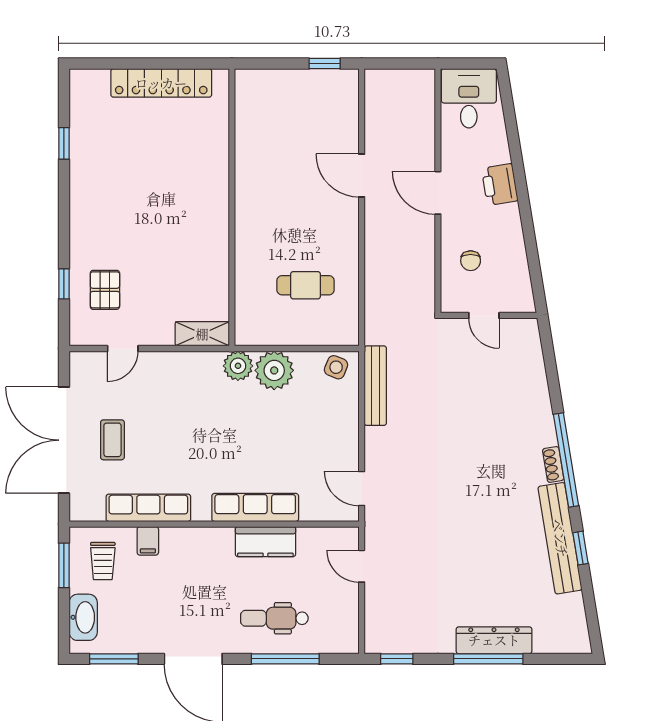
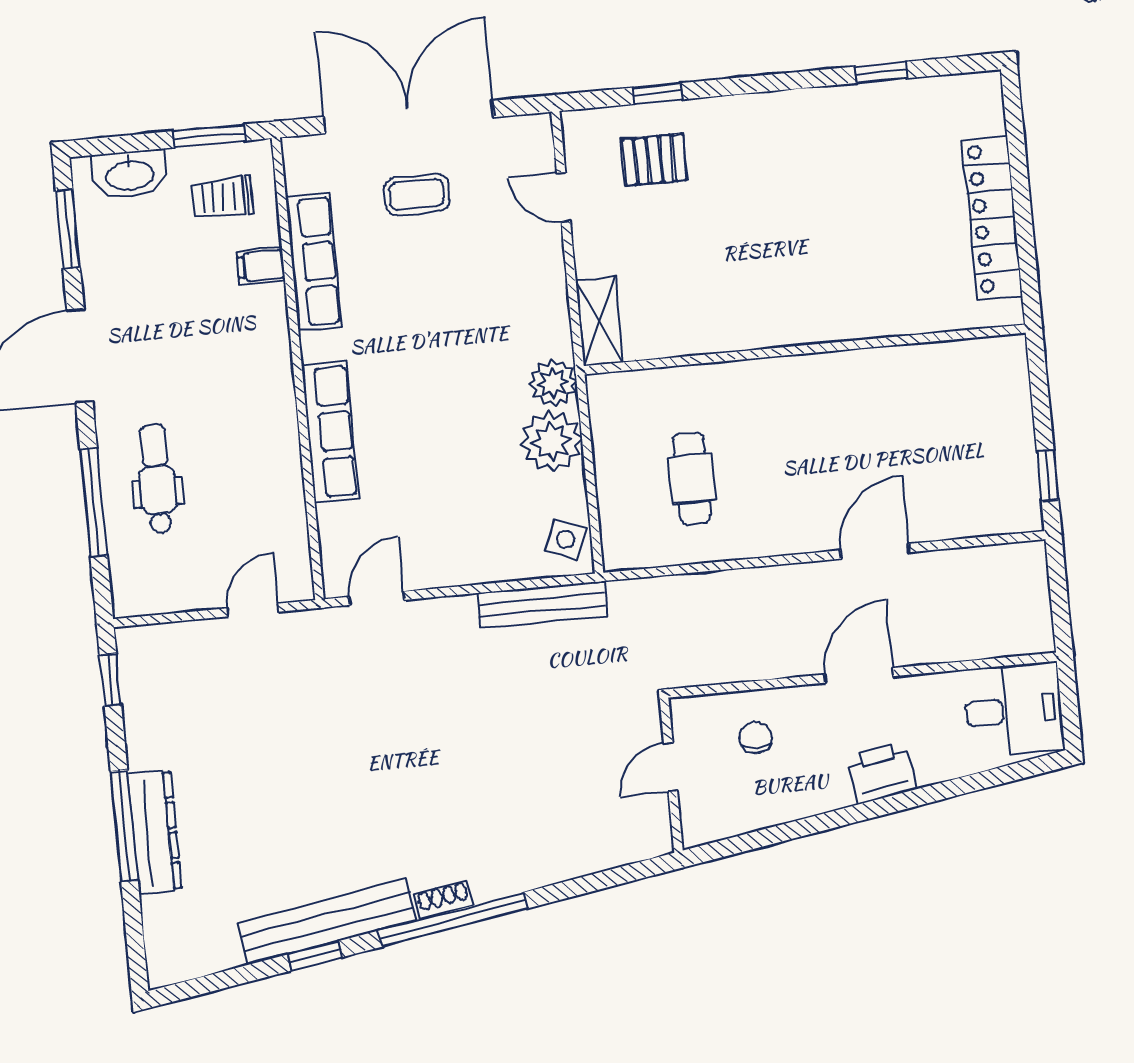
chair: (471, 261) -> (756, 738), turned 90
kitchen counter: (265, 542) -> (277, 453), removed

